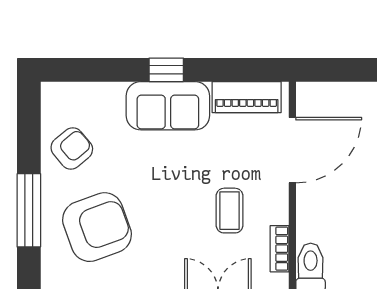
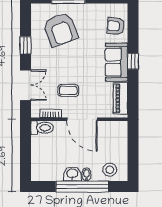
armchair: (72, 148) -> (116, 26), moved, turned 135
door: (292, 150) -> (82, 119), moved

